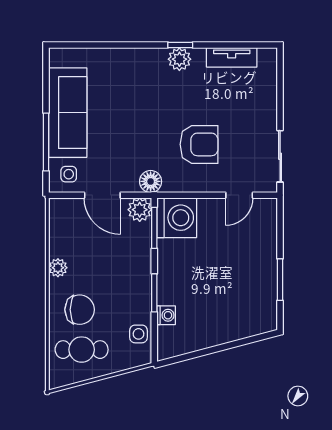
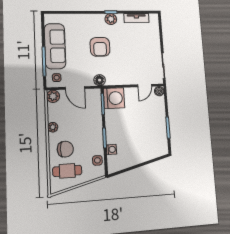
armchair: (199, 144) -> (100, 47), moved, turned 90
boiler: (268, 207) -> (159, 91), added
plant: (140, 210) -> (53, 96), moved

